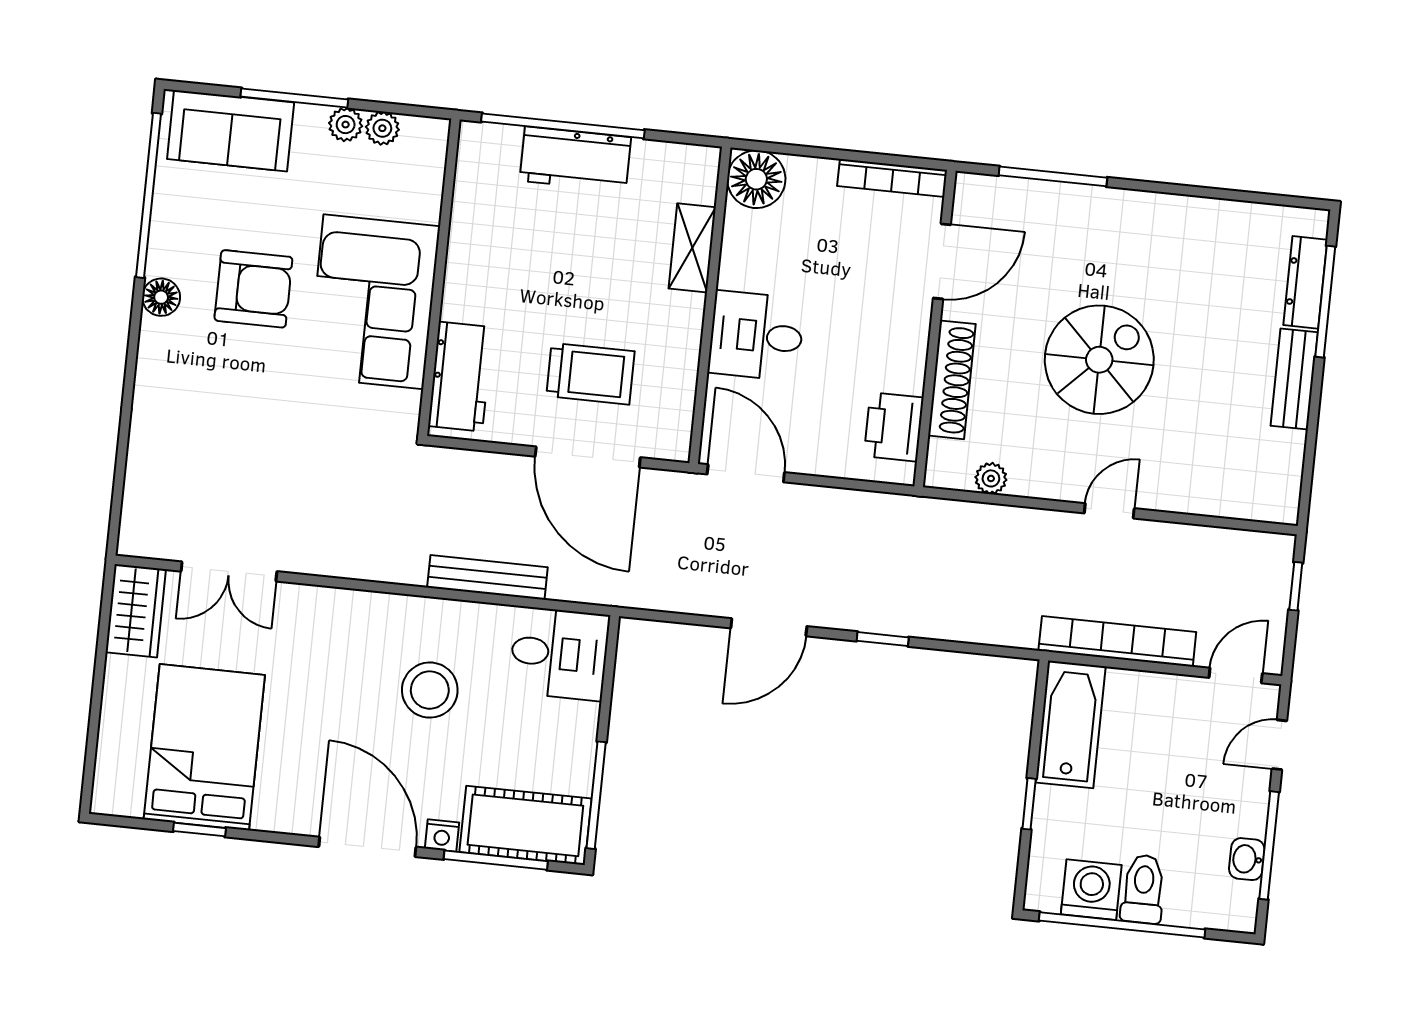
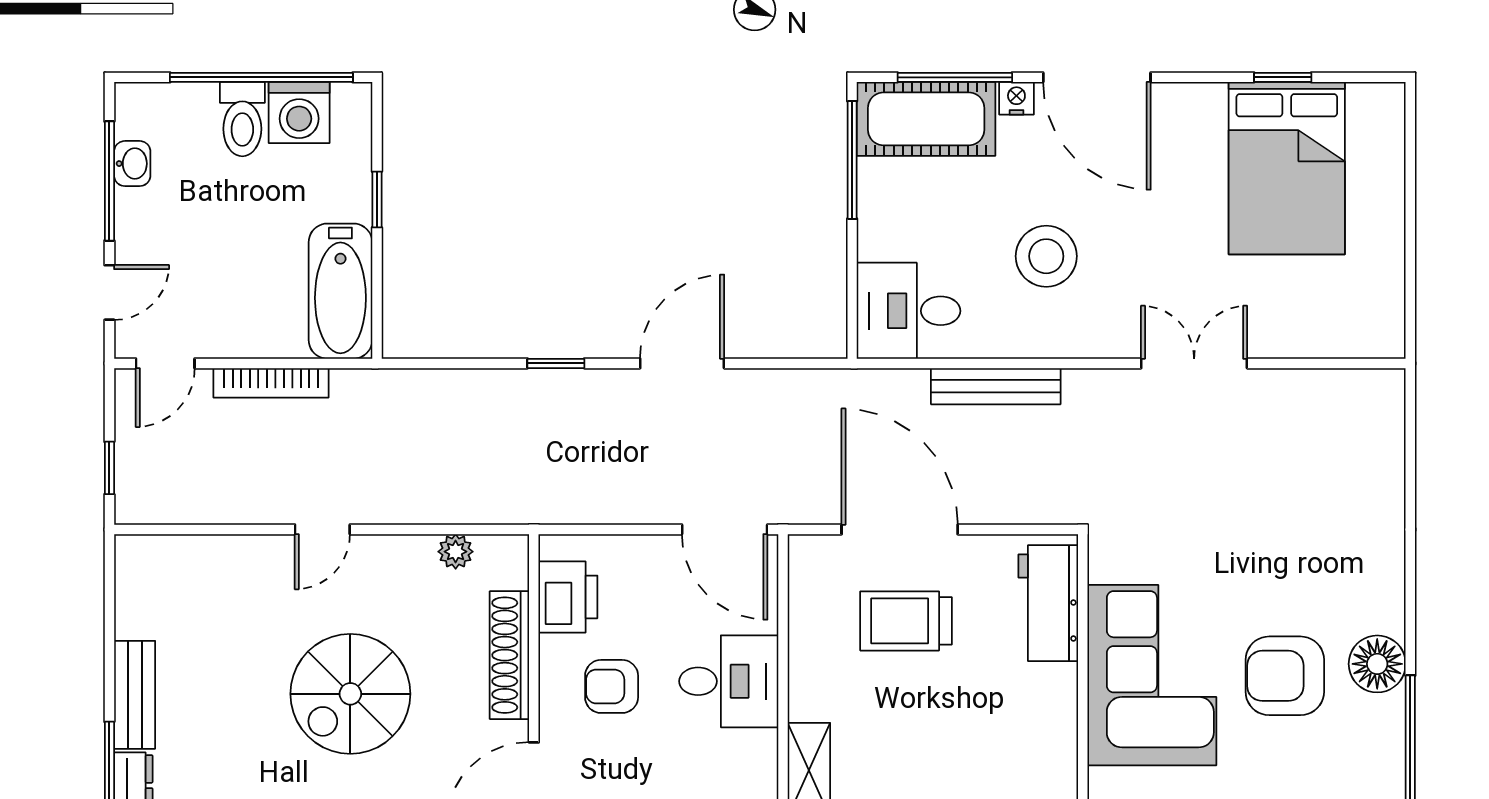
floor lamp: (161, 297) -> (1377, 664), width x1.38, depth x1.38
armchair: (863, 342) -> (612, 686), added
double door: (229, 571) -> (1194, 363), moved
wardrobe: (136, 611) -> (1377, 310), removed
bookcase: (1117, 641) -> (271, 383), width x0.68, depth x0.76

